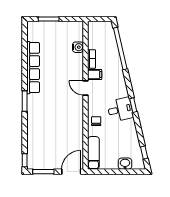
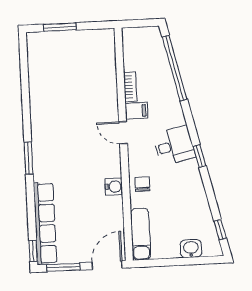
water cooler: (78, 47) -> (114, 187), moved
row of seats: (33, 68) -> (45, 223), moved
desk: (120, 110) -> (174, 146), moved

